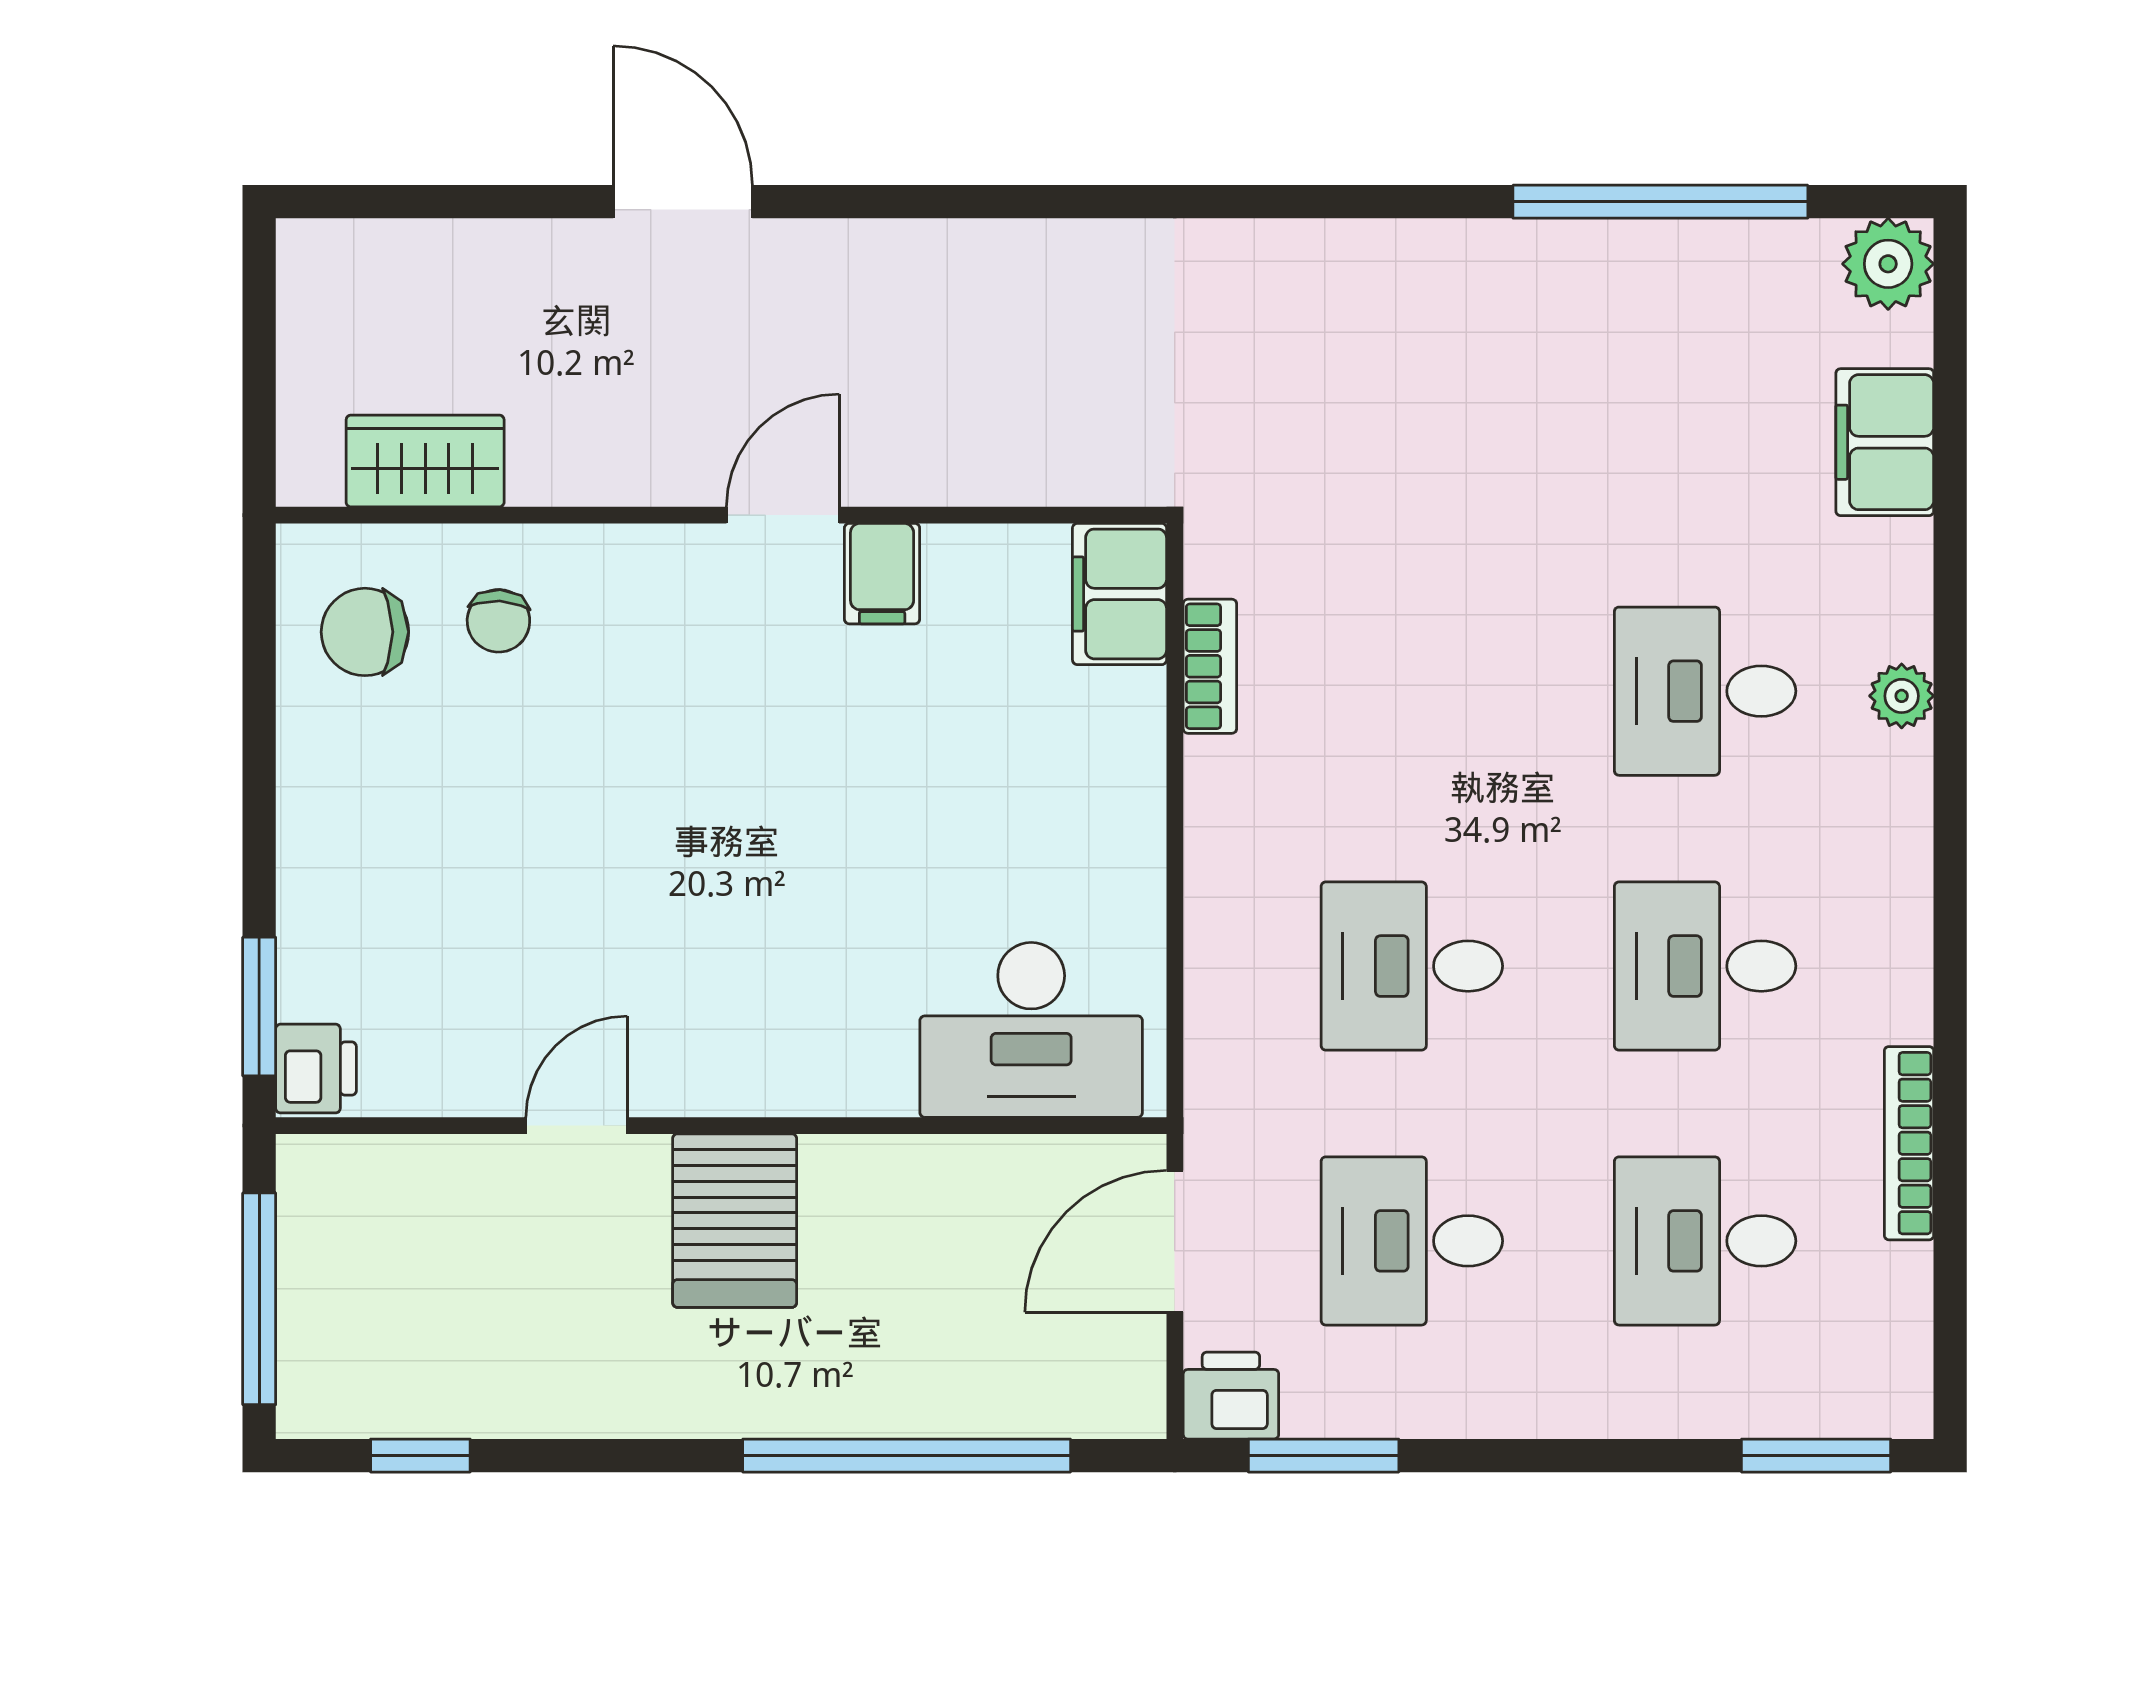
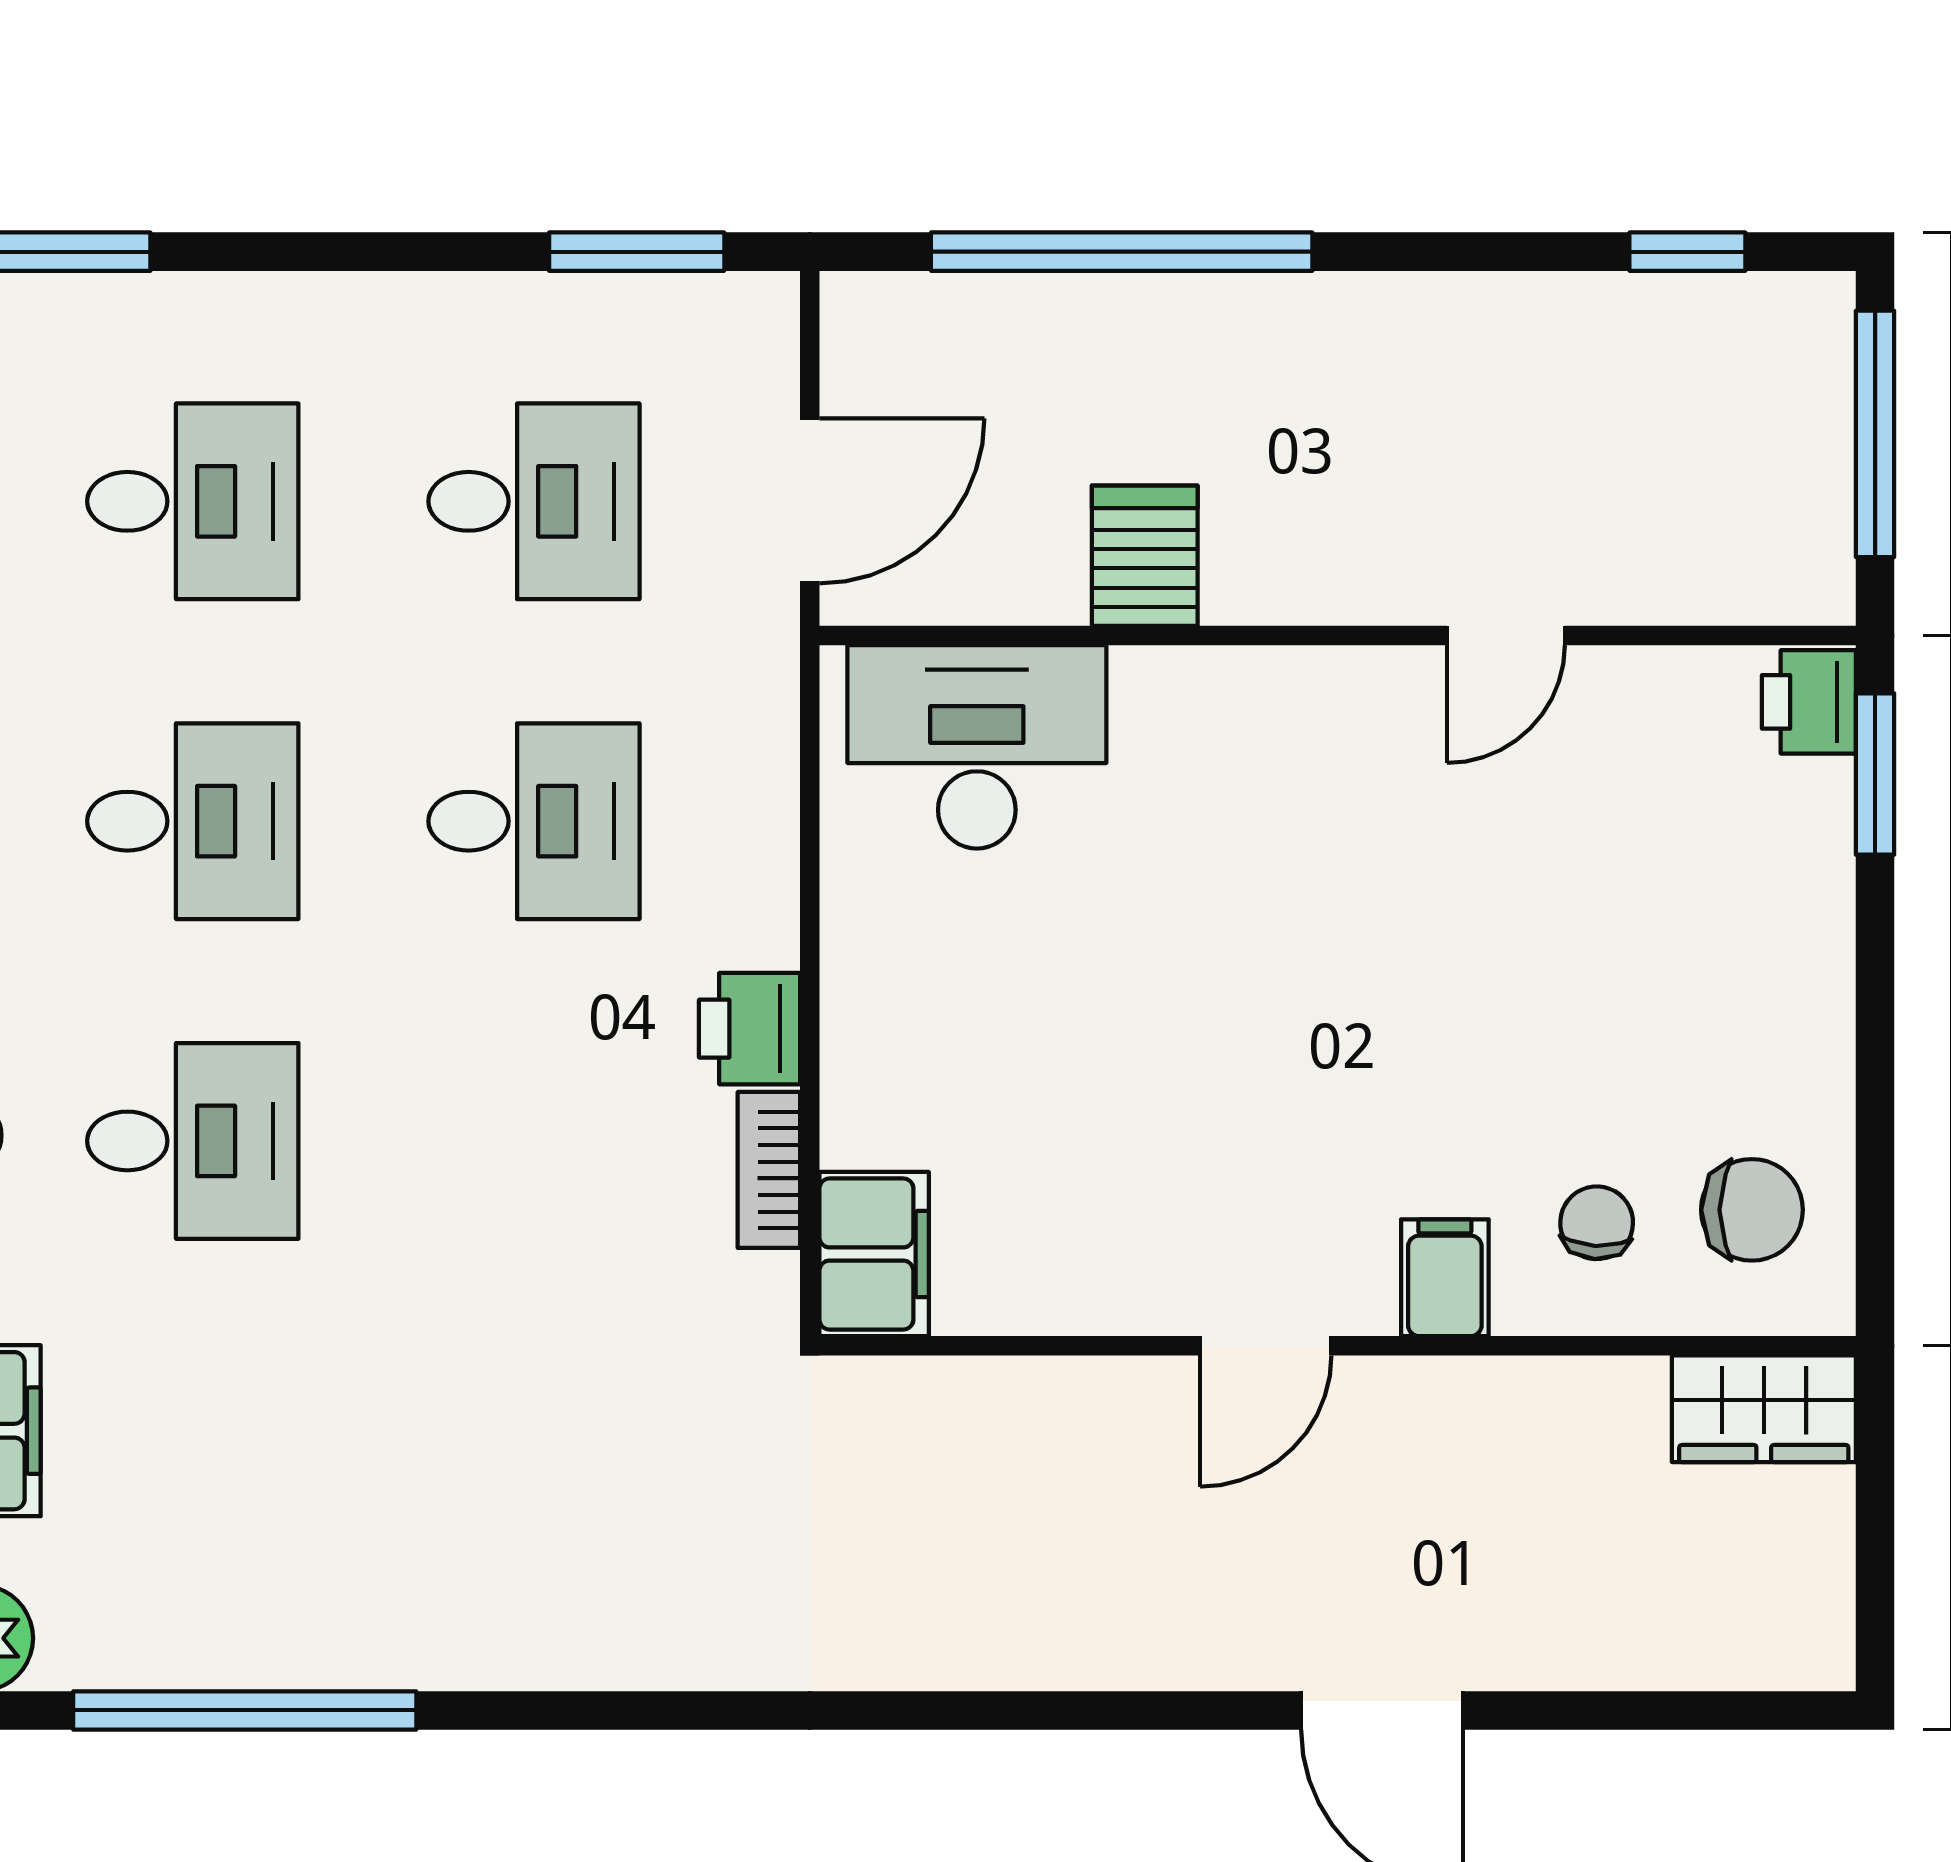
wardrobe: (425, 461) -> (1764, 1409), moved
filing cabinet: (882, 574) -> (1445, 1278), moved
server rack: (735, 1221) -> (1145, 556), moved, width x0.73, depth x0.70
printer: (1231, 1396) -> (750, 1029), moved, turned 90

